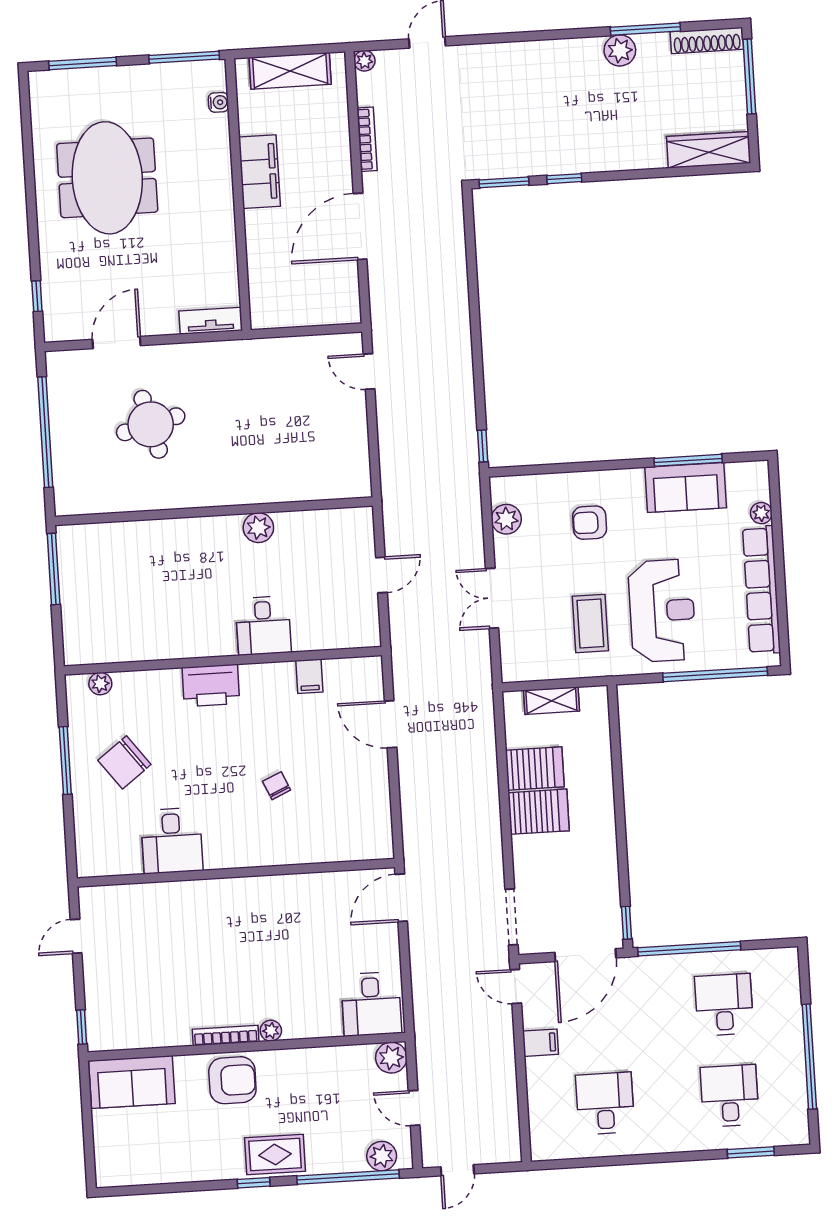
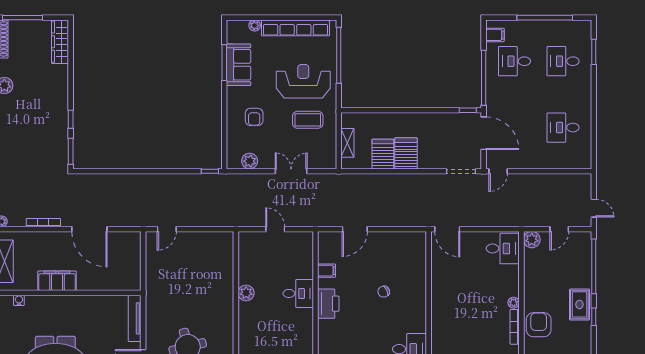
tv unit: (211, 321) -> (135, 318), width x1.41
double door: (492, 598) -> (291, 171), swing flipped
printer: (211, 685) -> (328, 304), moved
filing cabinet: (540, 1043) -> (495, 35), moved, turned 90
plant: (382, 1156) -> (584, 248), removed

